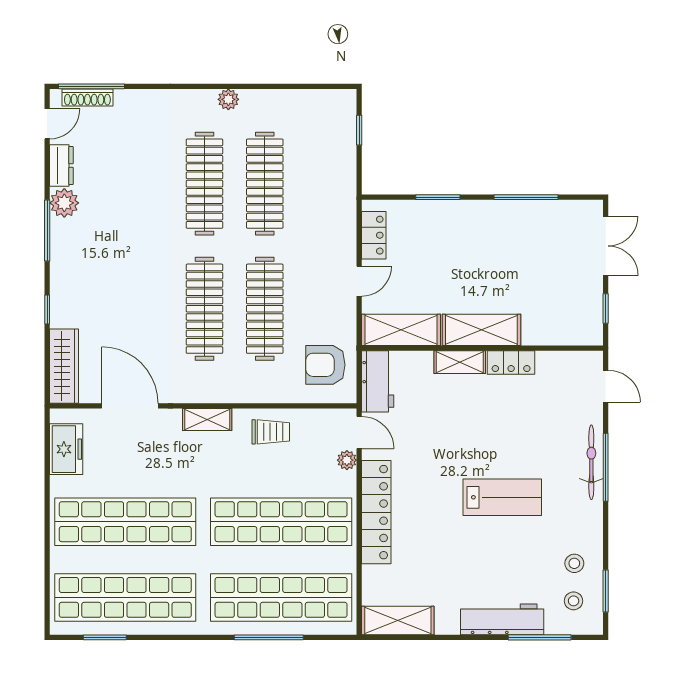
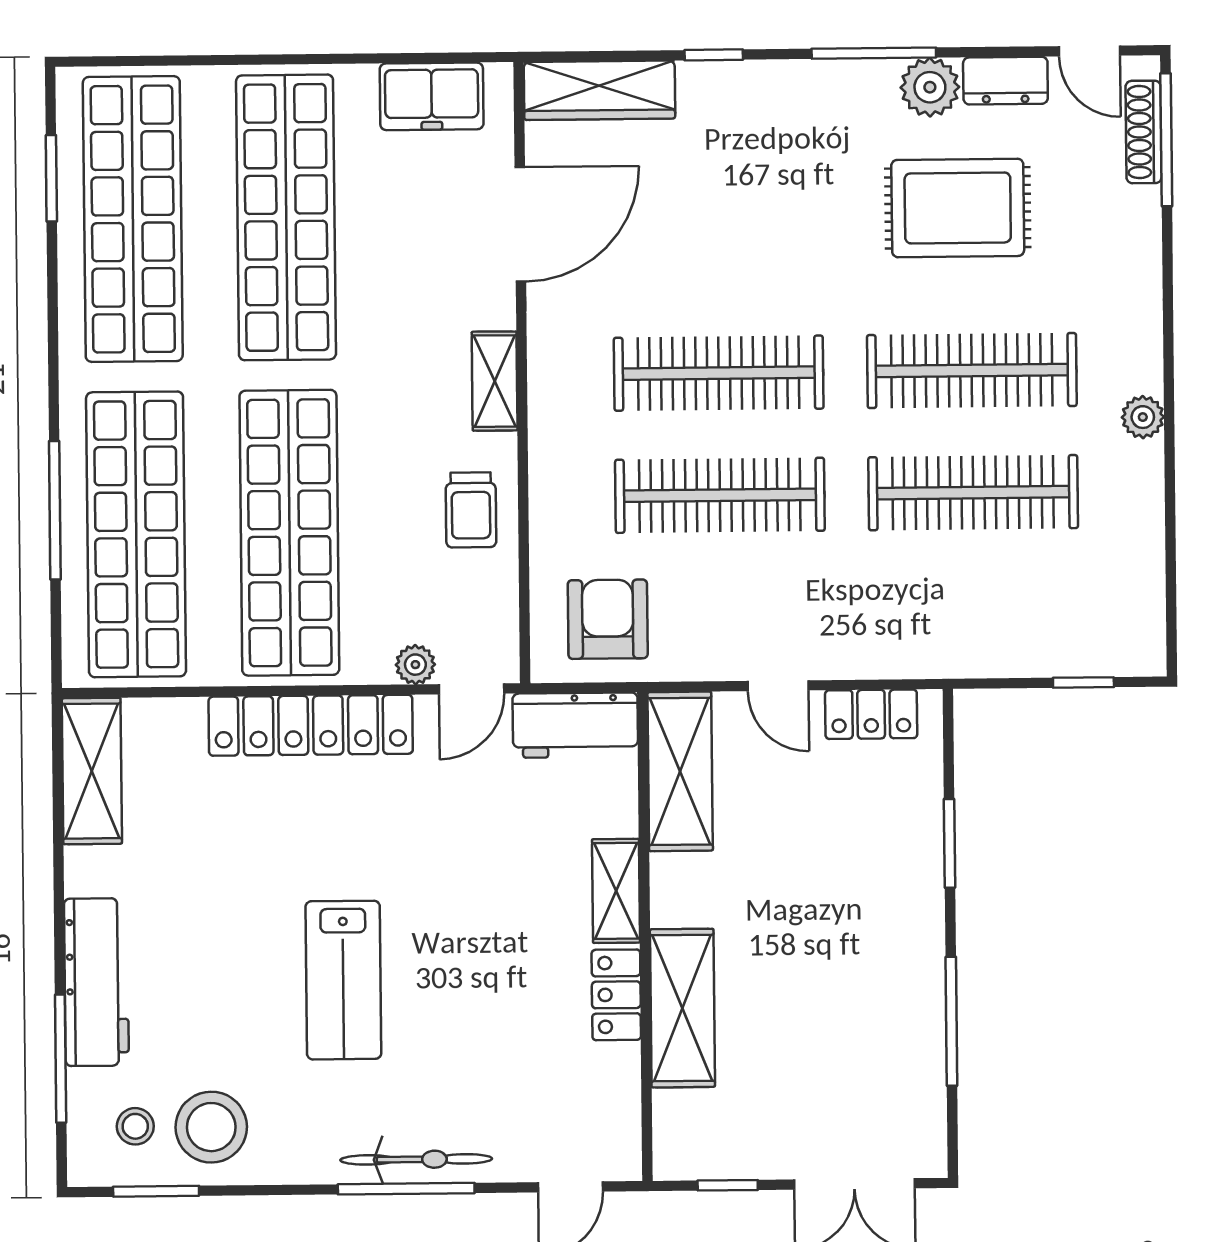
rug: (124, 190) -> (958, 208), added
shelving: (481, 330) -> (682, 1008), moved
stool: (574, 563) -> (211, 1127), width x1.89, depth x1.89

